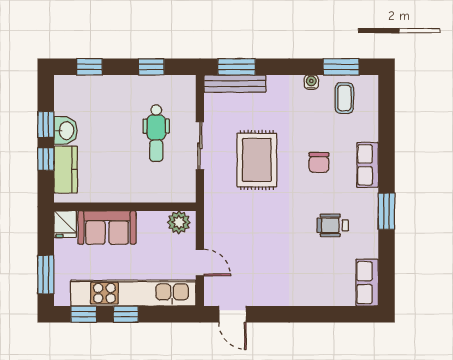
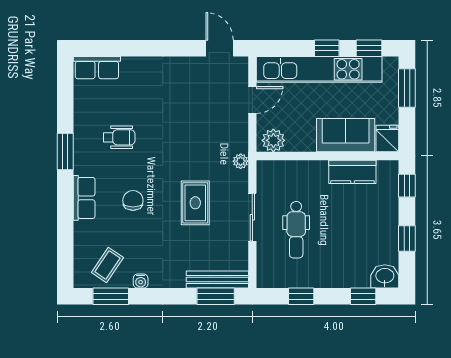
coffee table: (344, 98) -> (107, 265), turned 34
washbasin: (66, 131) -> (385, 276), moved, turned 90
dental chair: (156, 133) -> (296, 230), turned 180
window: (46, 159) -> (407, 186), moved
rug: (257, 160) -> (195, 203), width x0.73, depth x0.70
kitchen counter: (66, 169) -> (352, 172), moved, turned -90
plant: (212, 202) -> (241, 161), added
door: (200, 263) -> (252, 100), swing flipped
row of seats: (367, 283) -> (97, 68), moved, turned 90

